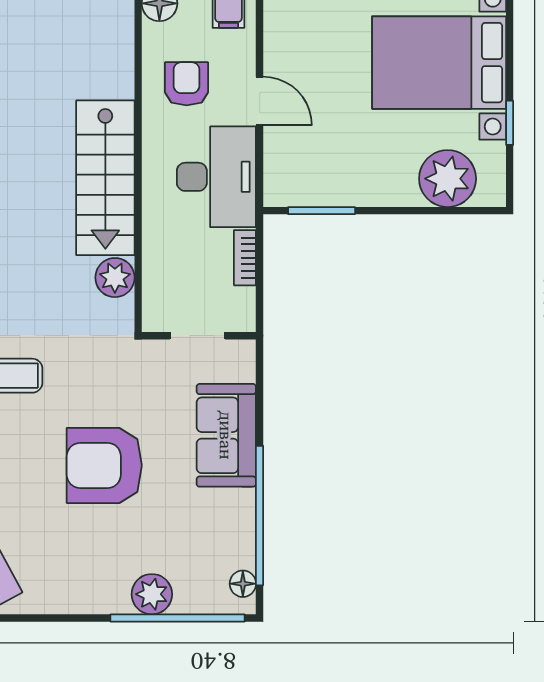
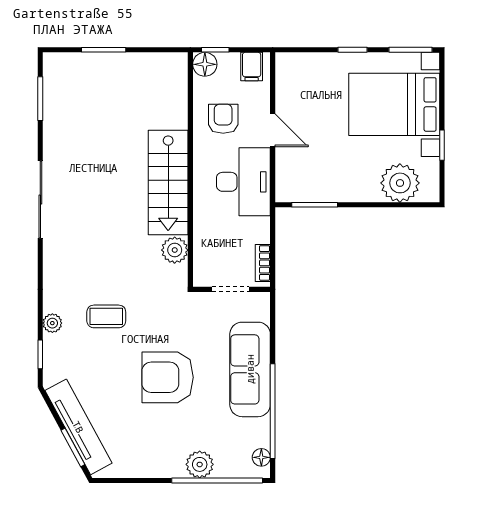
bookcase: (245, 258) -> (263, 263), moved
sofa: (226, 435) -> (250, 369), width x1.36

